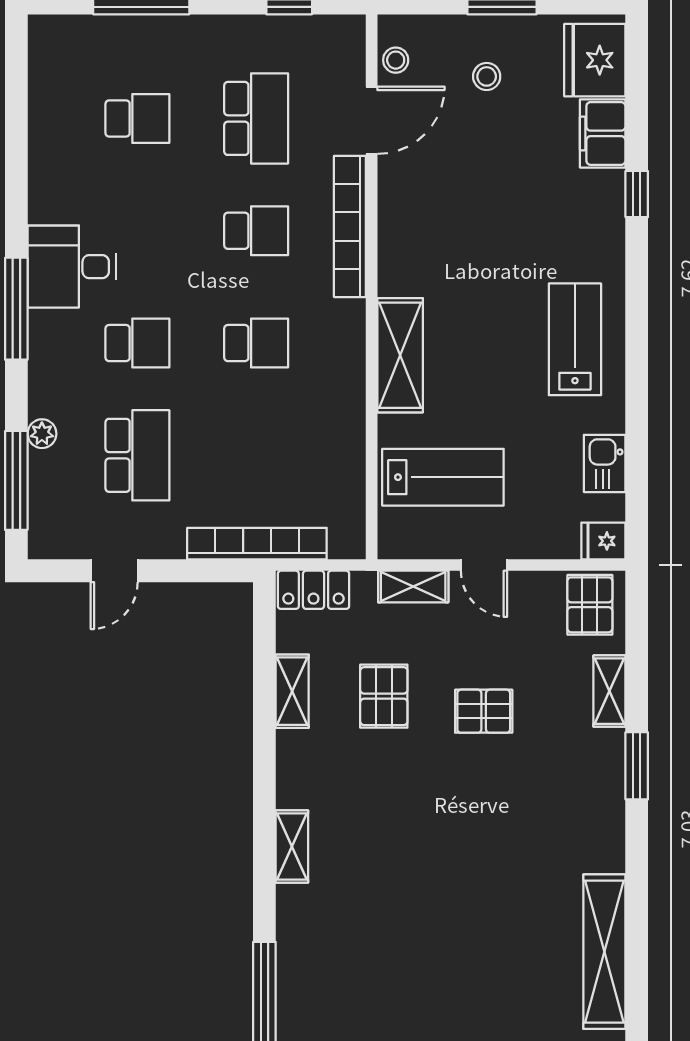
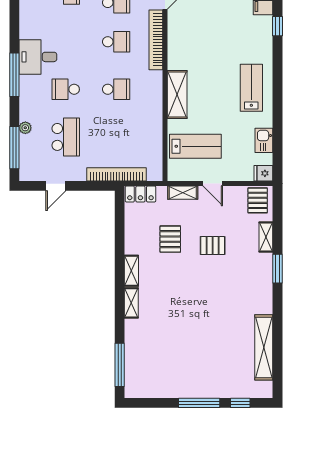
school desk: (137, 343) -> (66, 89), turned 180
shelving: (292, 691) -> (131, 271), moved

